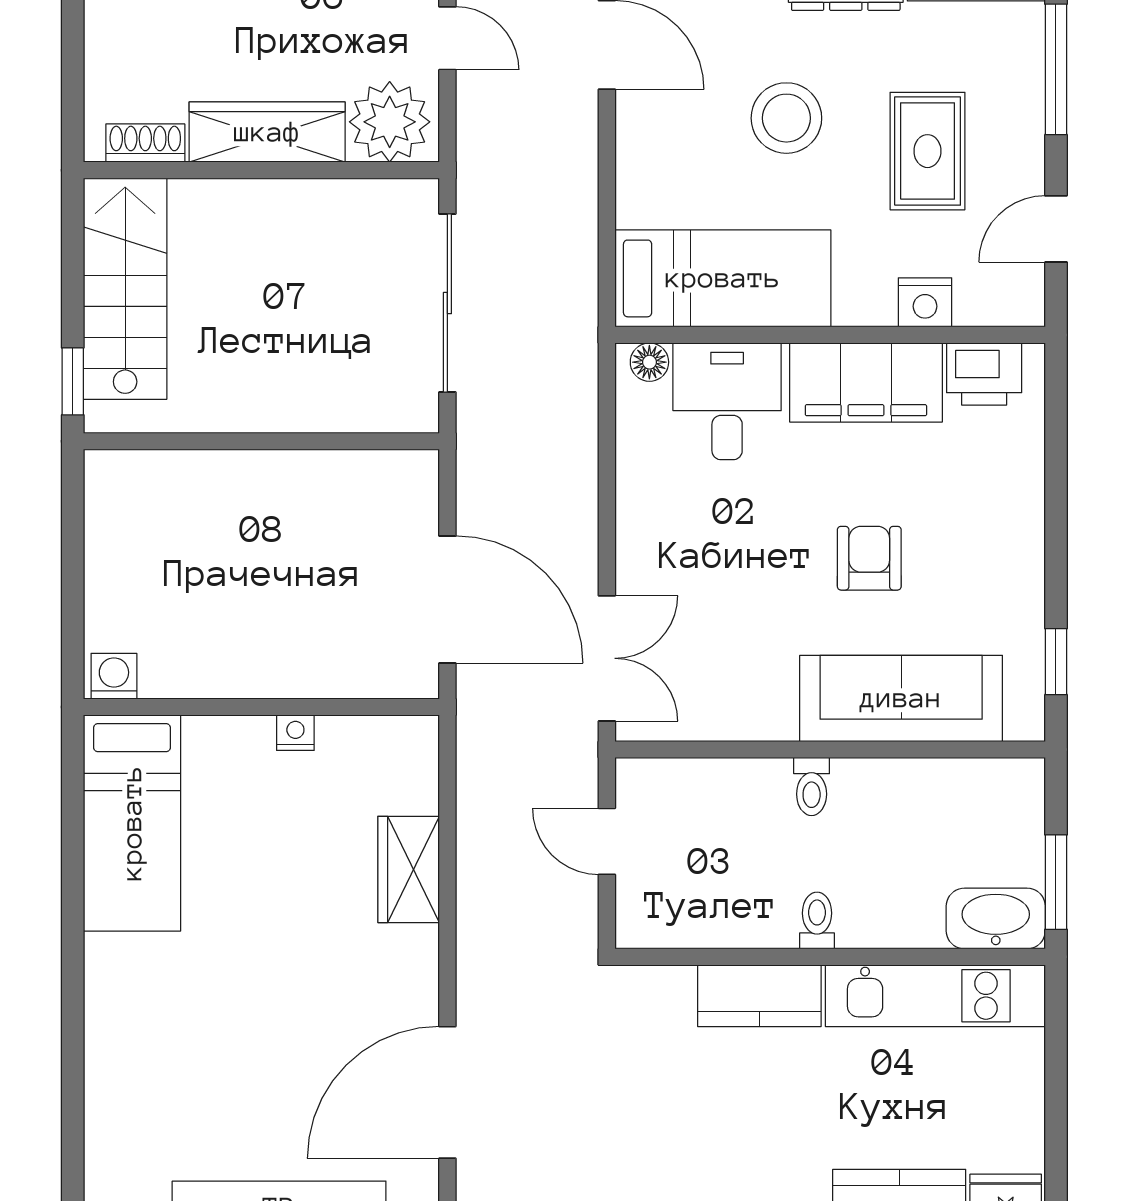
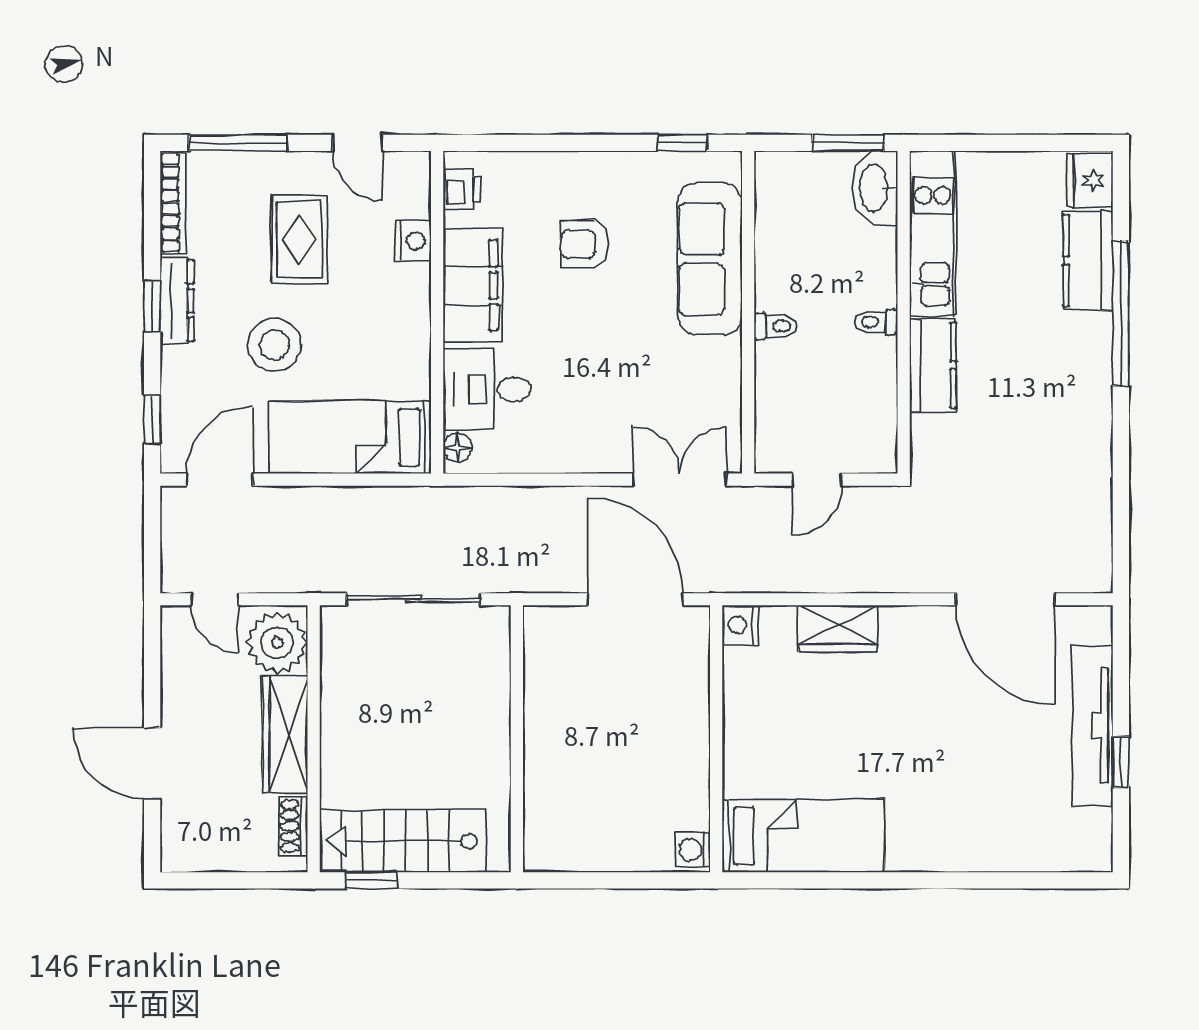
door: (447, 38) -> (215, 599), swing flipped
rug: (927, 151) -> (299, 239), turned 90
bed: (723, 278) -> (350, 437), moved, turned -90
printer: (984, 374) -> (462, 189), width x0.73, depth x0.81
window: (73, 381) -> (371, 880), moved
armchair: (869, 558) -> (585, 244), moved
door: (447, 599) -> (636, 599), hinge flipped
nightstand: (295, 733) -> (740, 625), moved, width x1.39, depth x1.35

